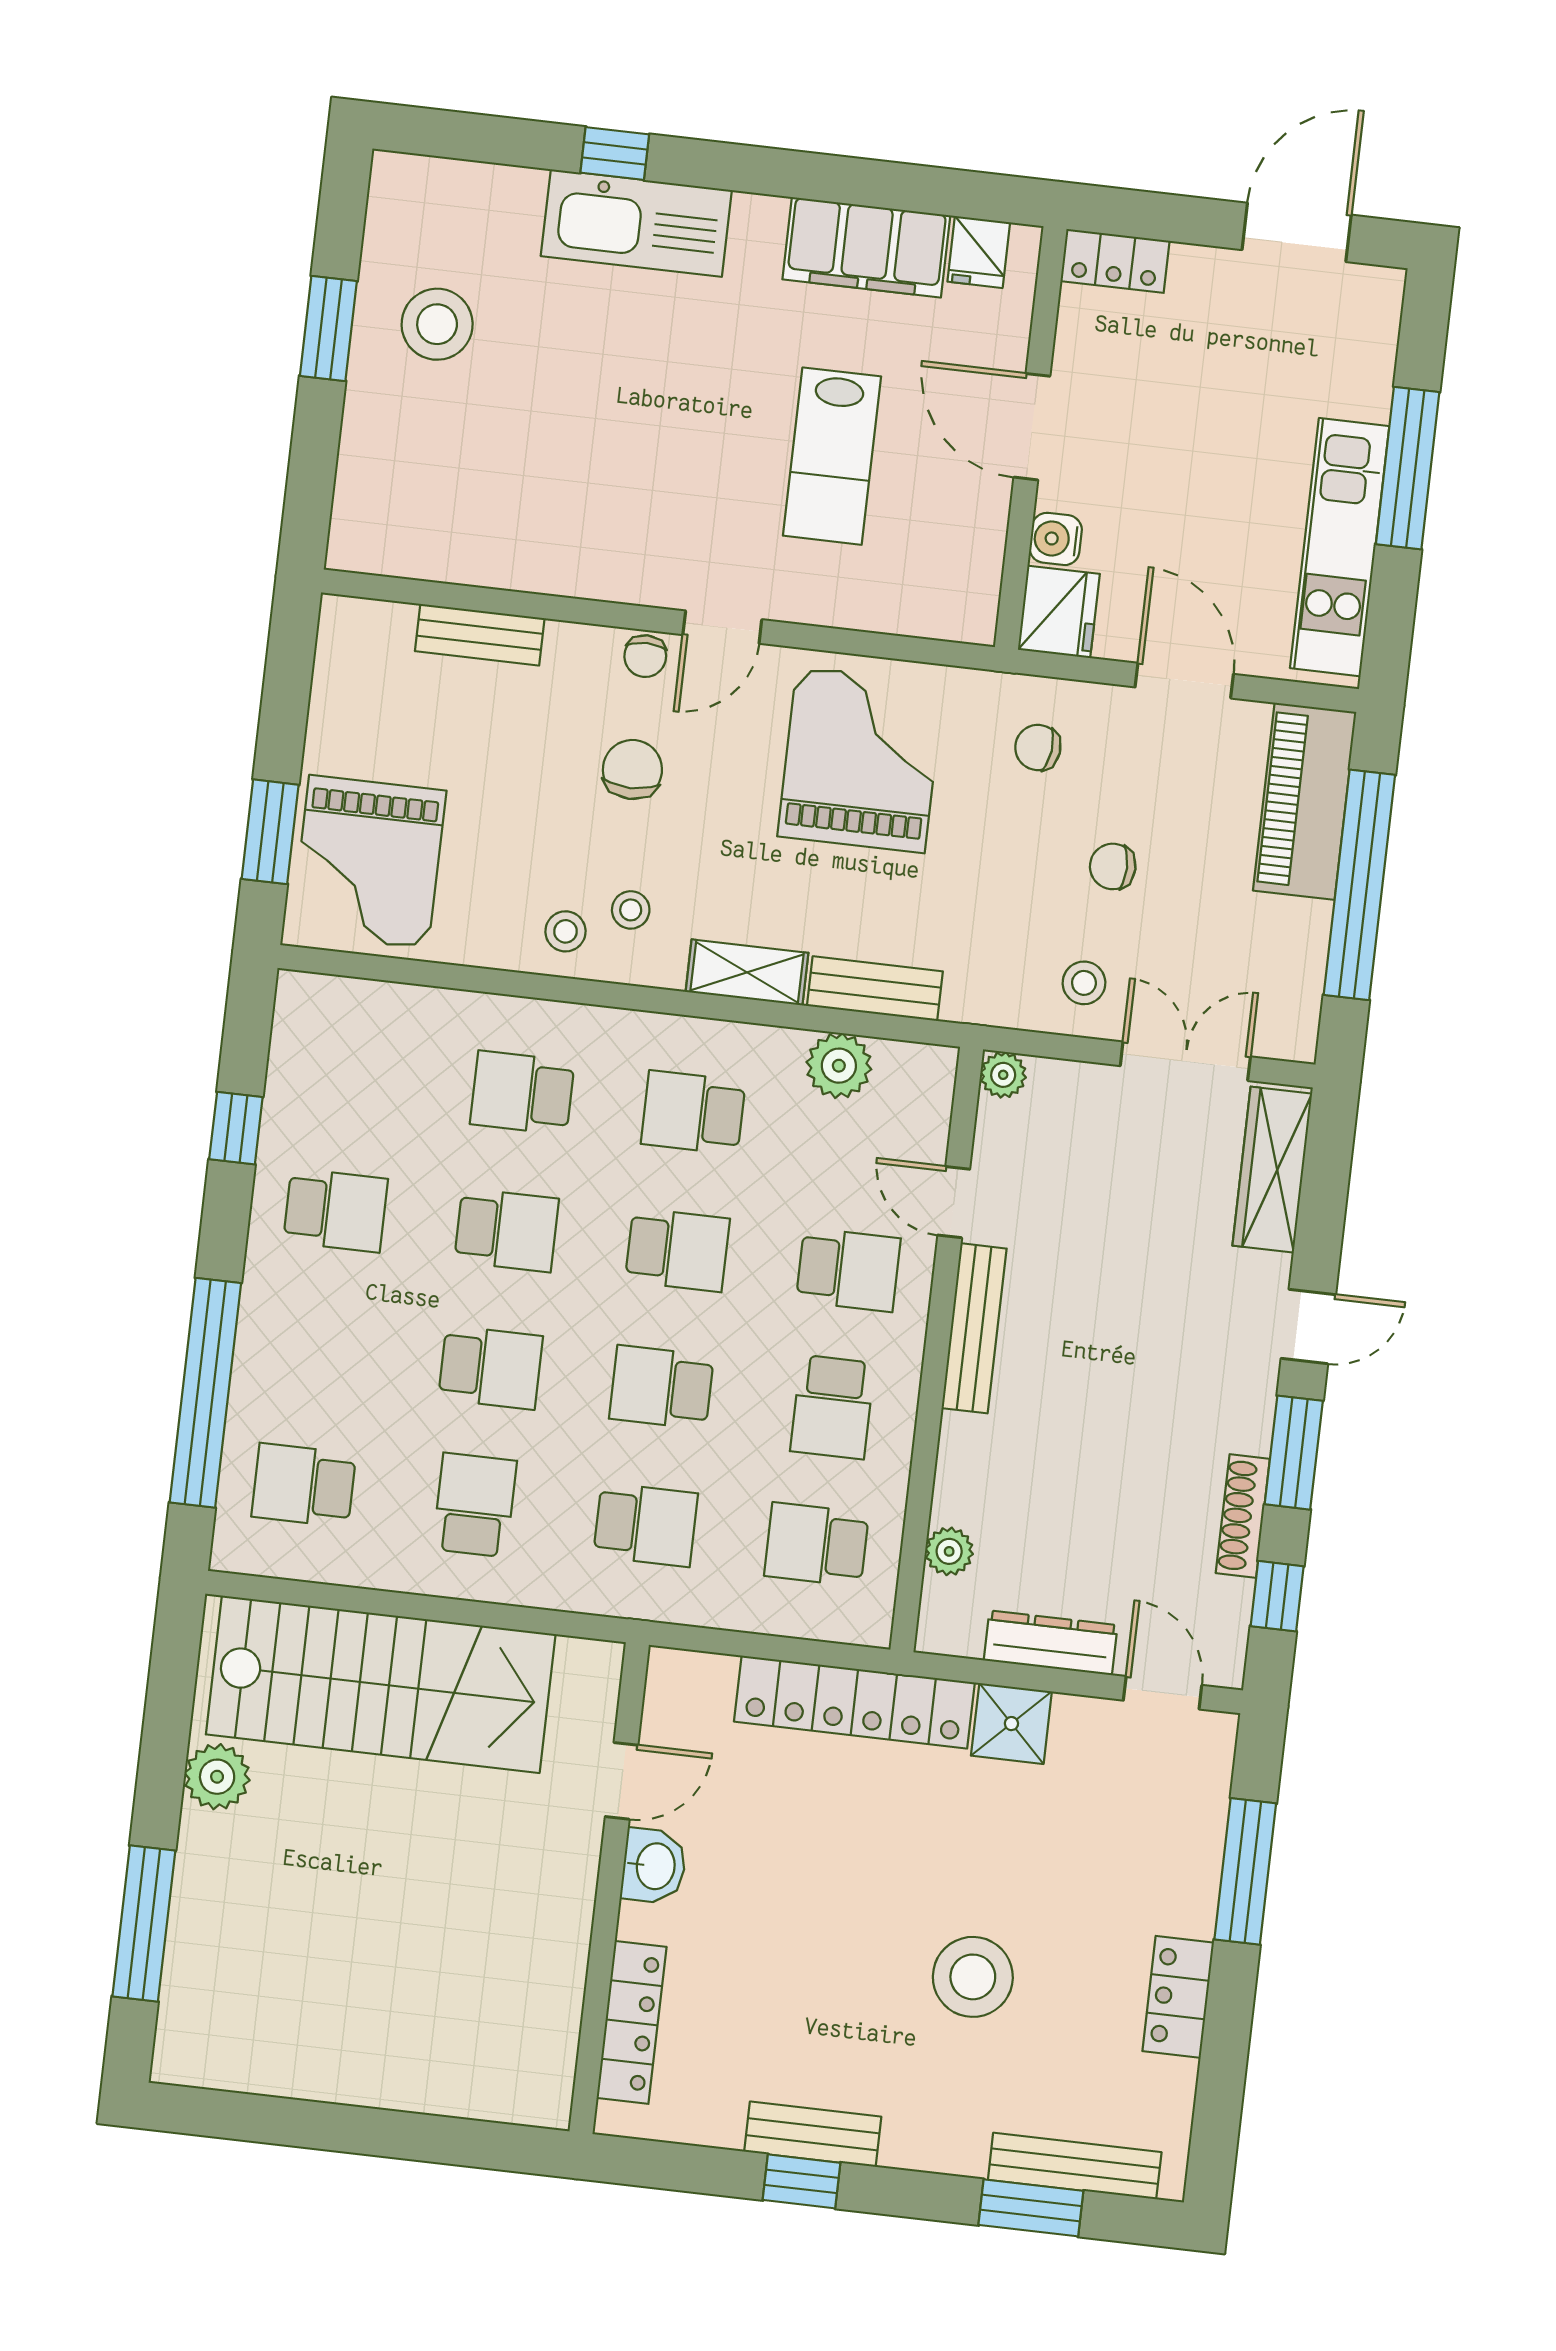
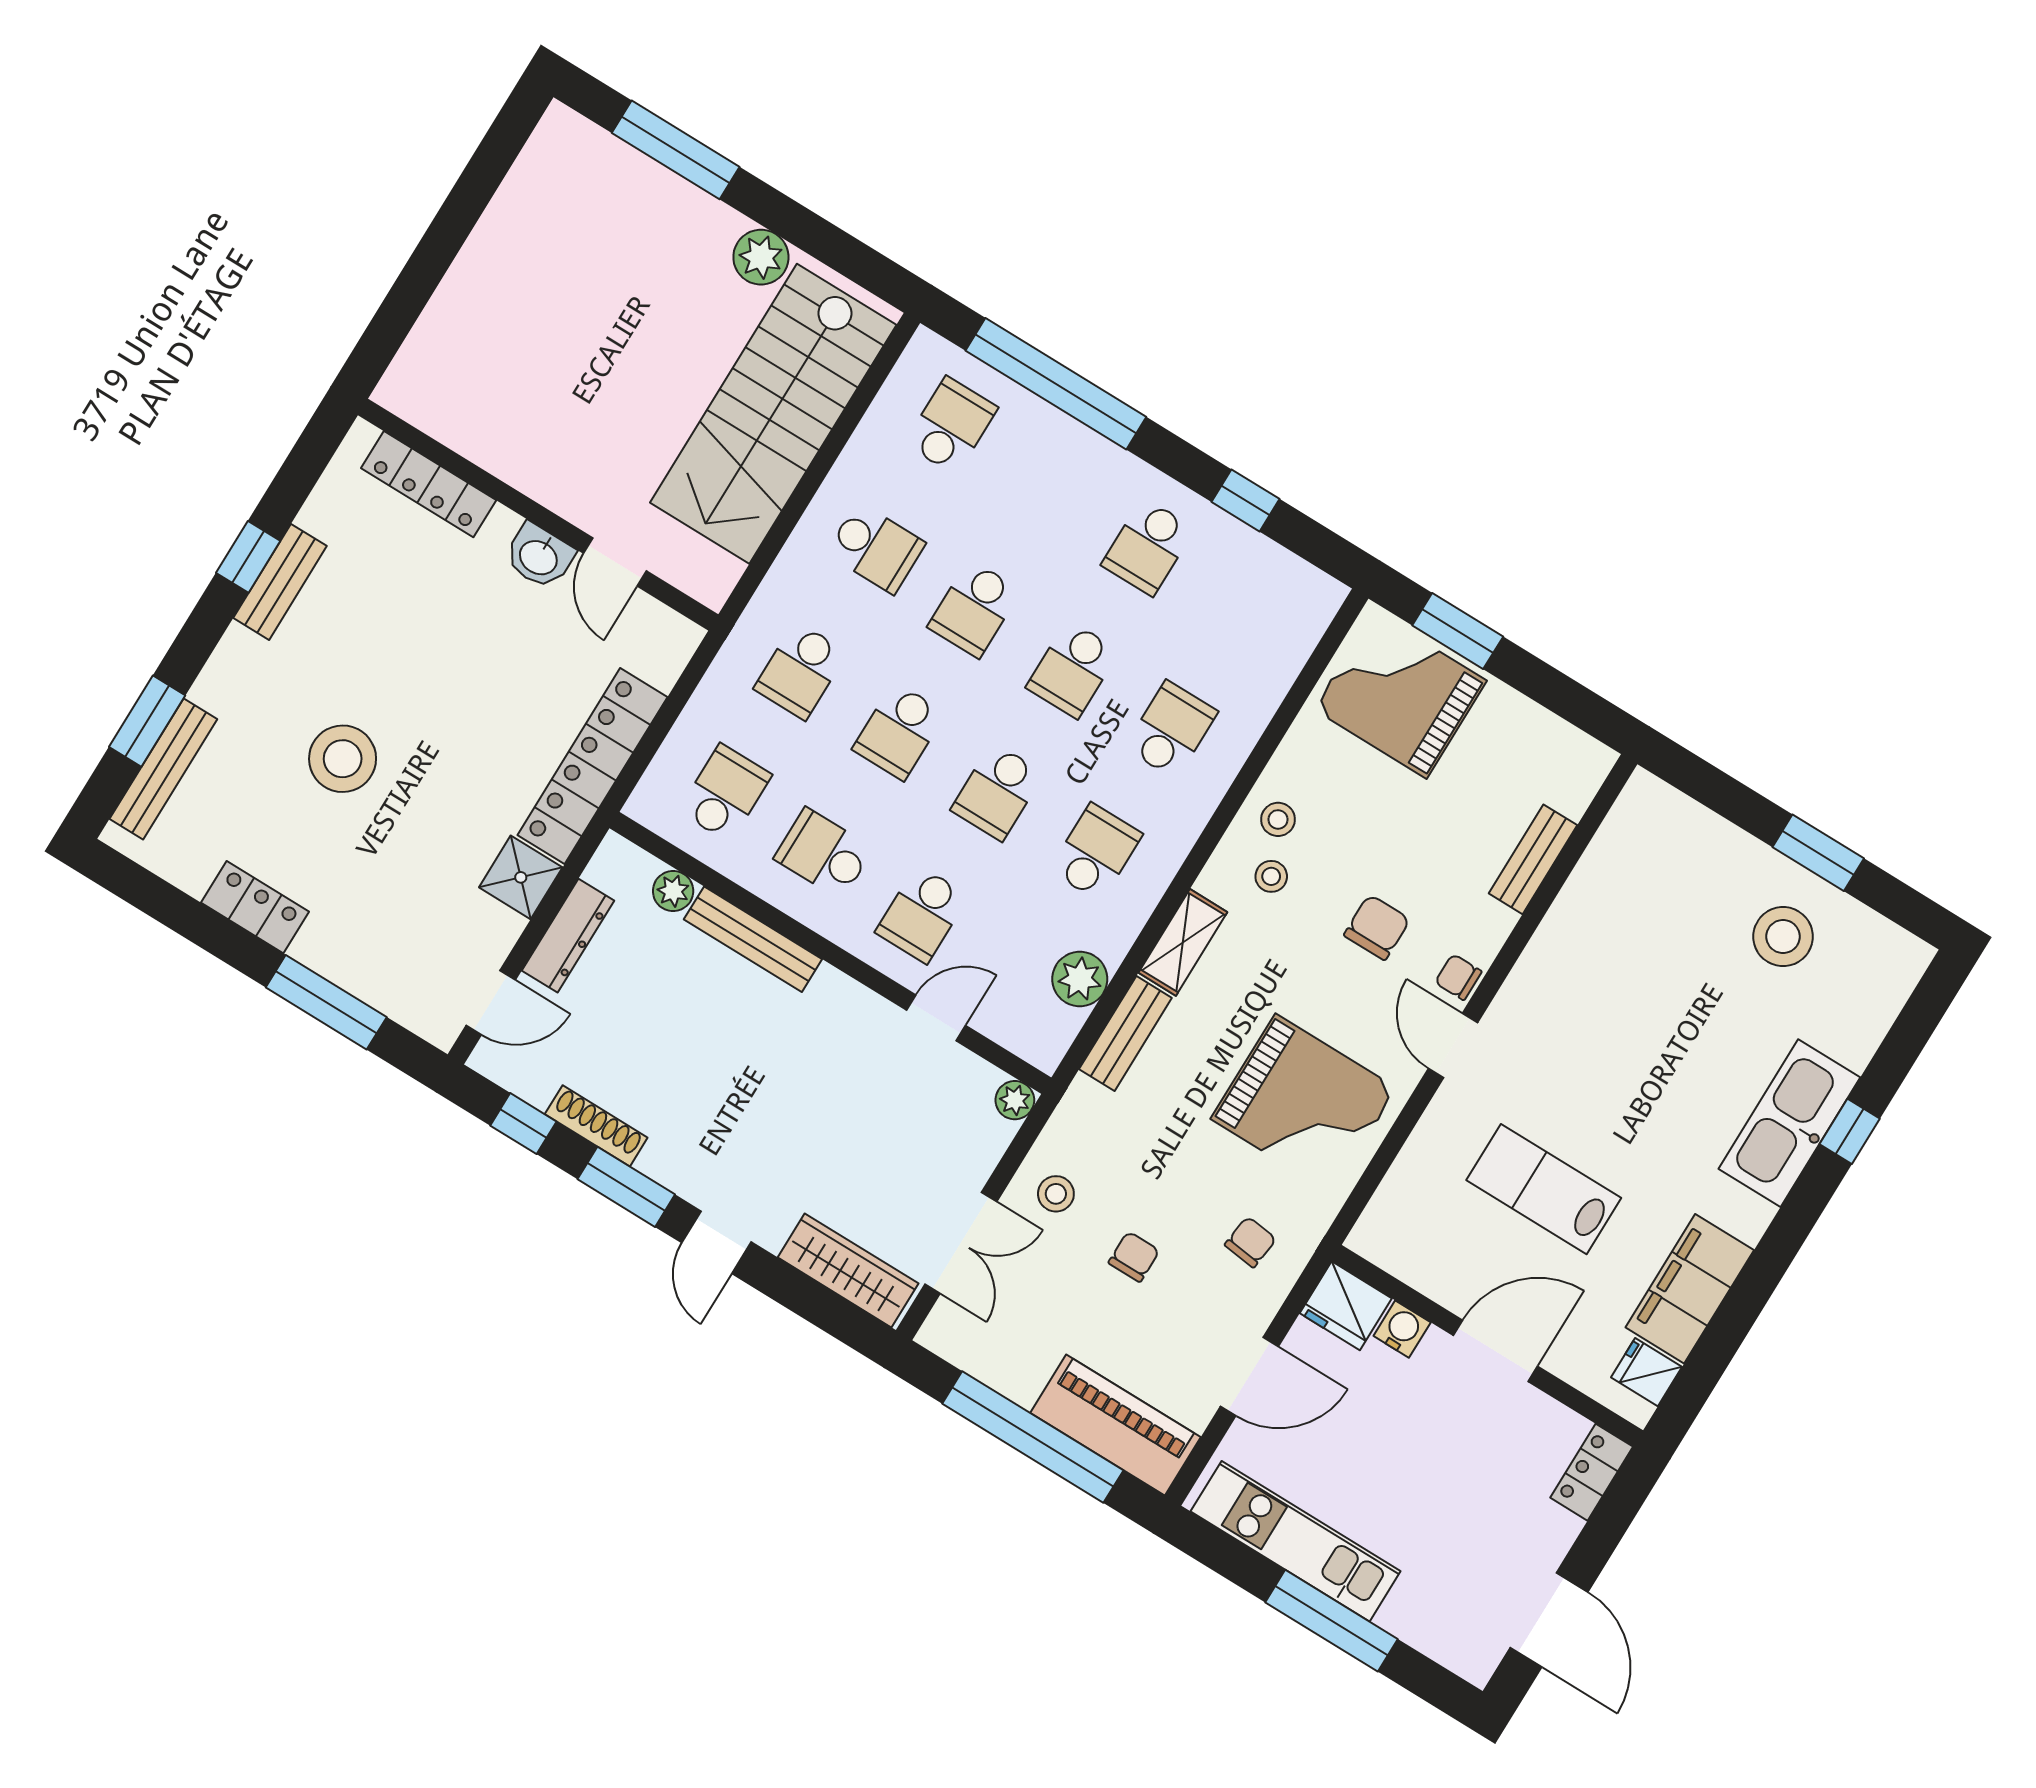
chair: (632, 769) -> (1377, 927), turned -90
bench: (974, 1328) -> (753, 939), moved
school desk: (661, 1387) -> (899, 731), turned 180

